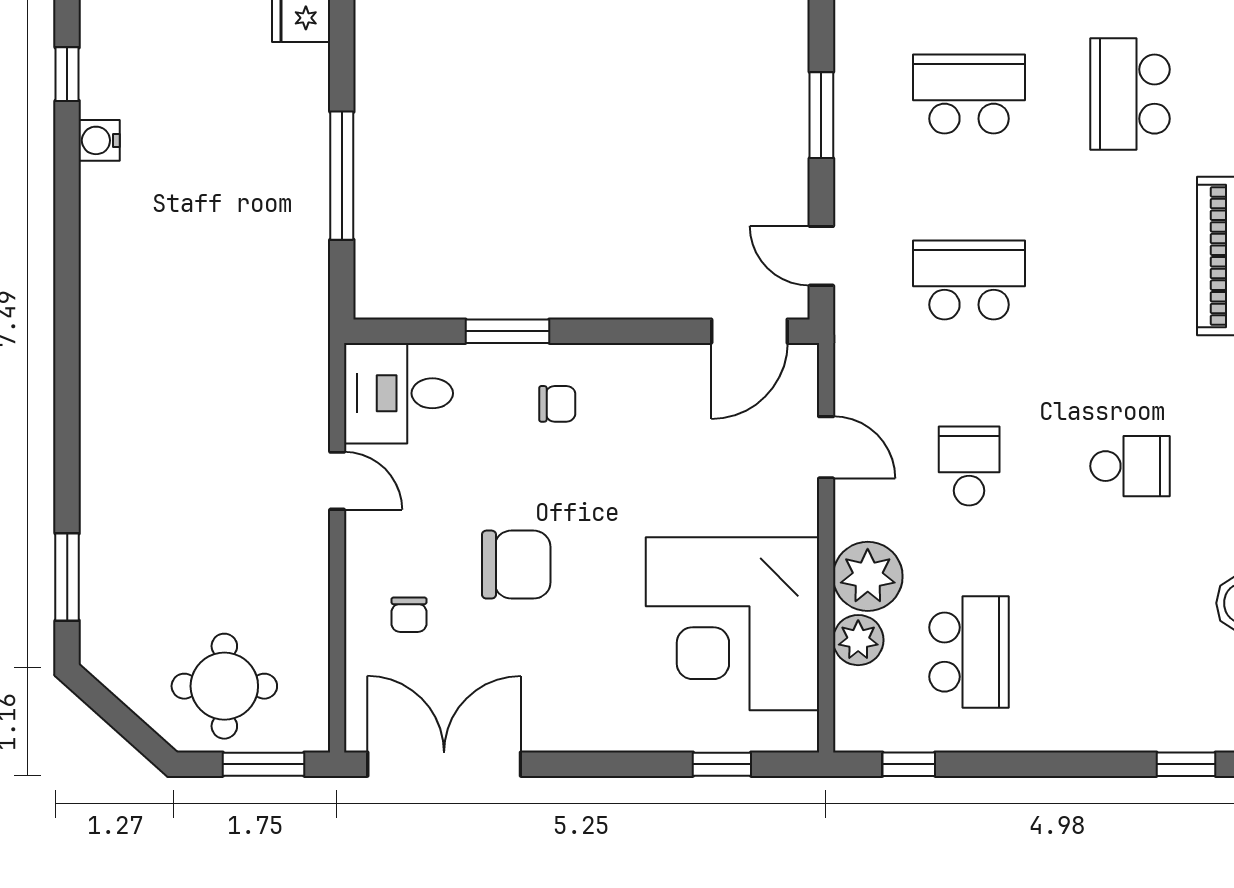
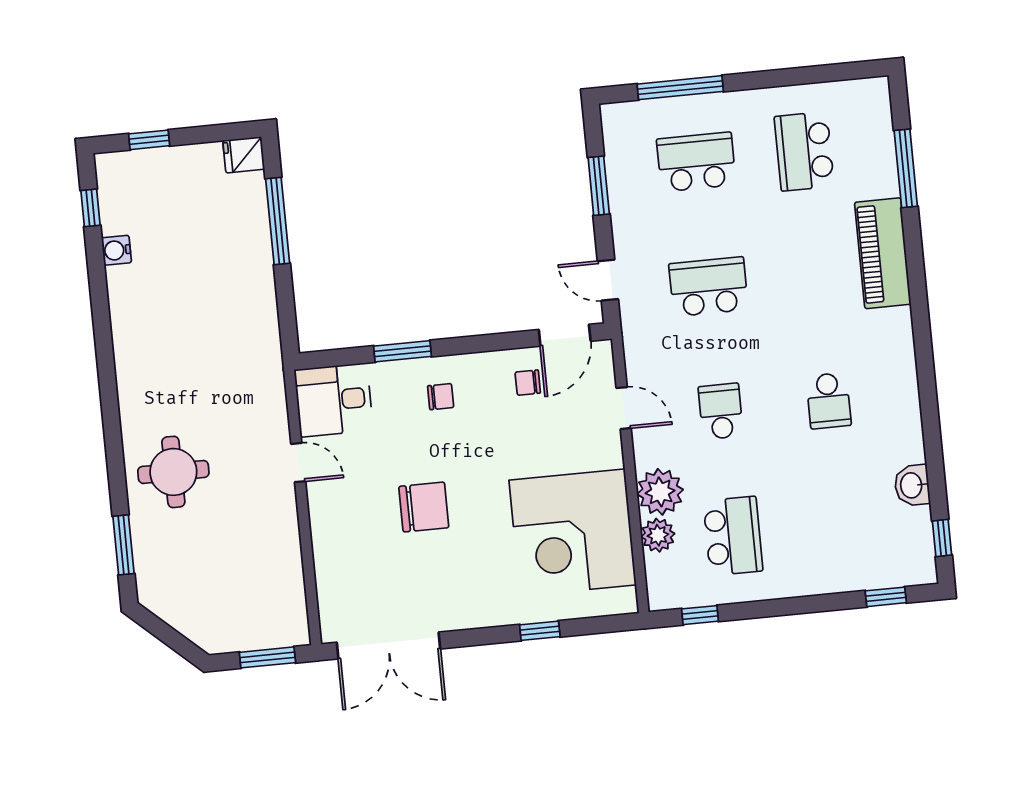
window: (342, 176) -> (278, 221), moved
school desk: (1130, 466) -> (829, 401), turned 90
chair: (409, 615) -> (528, 383), moved, turned 90
round table: (224, 686) -> (173, 472), moved
double door: (444, 764) -> (389, 646), swing flipped
window: (722, 764) -> (540, 631), moved

